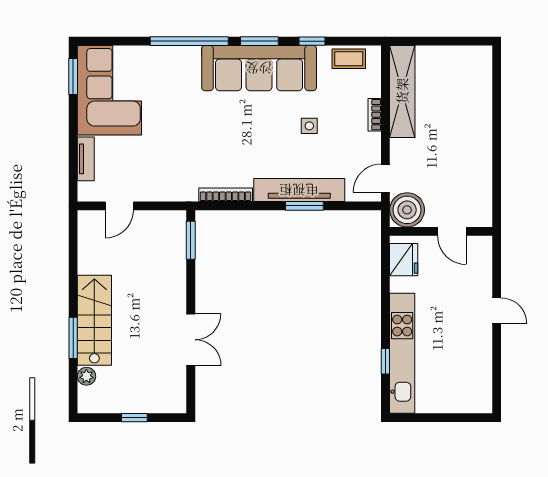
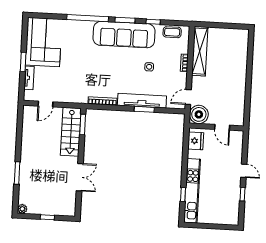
window: (73, 77) -> (23, 62), moved
stairs: (94, 320) -> (71, 132), moved, turned 180
window: (497, 354) -> (242, 194), added
plant: (86, 376) -> (22, 209), moved

